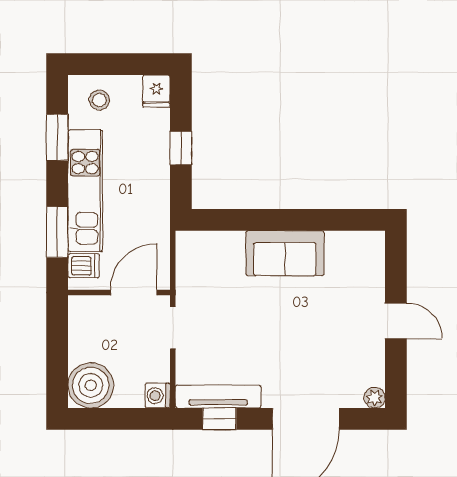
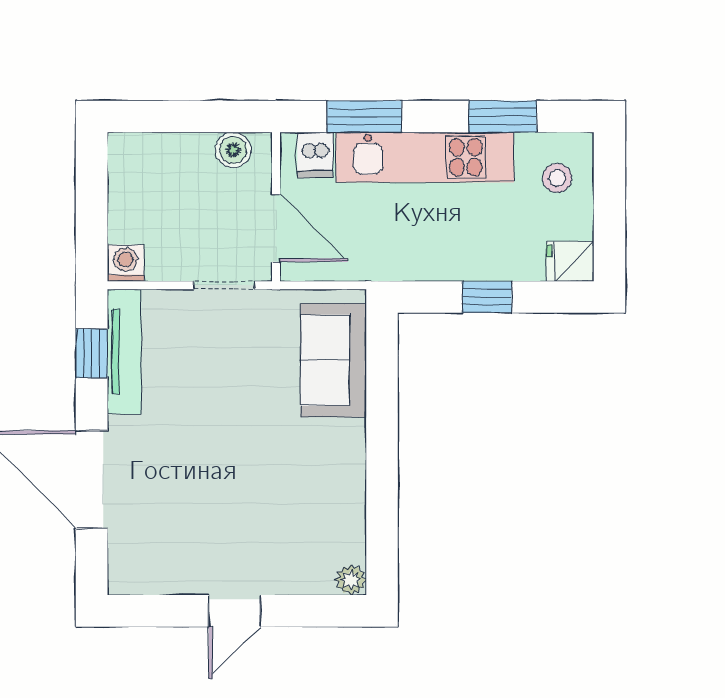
sofa: (285, 253) -> (333, 360), moved
boiler: (91, 385) -> (233, 150), moved, width x0.54, depth x0.54
plant: (375, 398) -> (351, 580), moved

